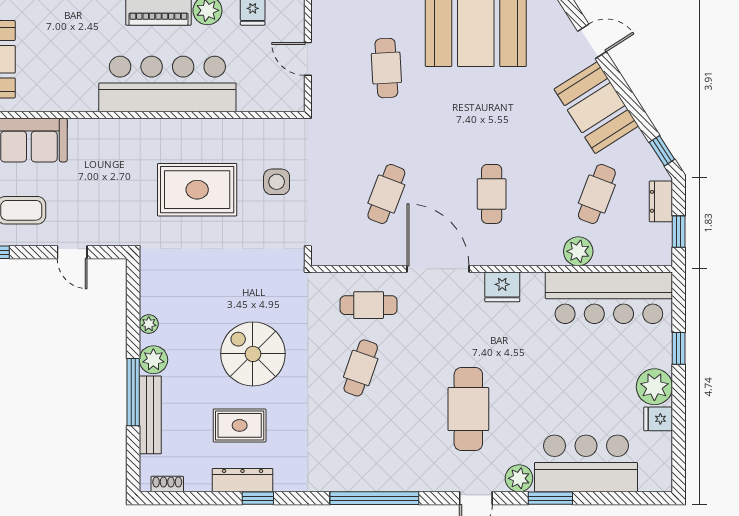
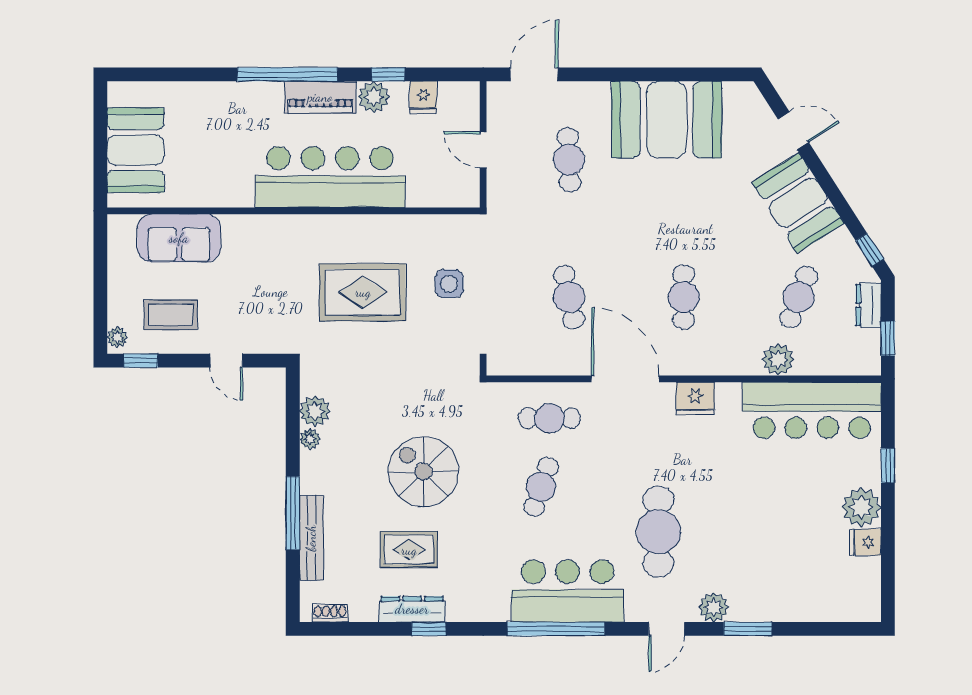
cafe table: (386, 194) -> (569, 297), turned -33
plant: (153, 360) -> (315, 411), moved
bar counter: (586, 463) -> (568, 591), moved

